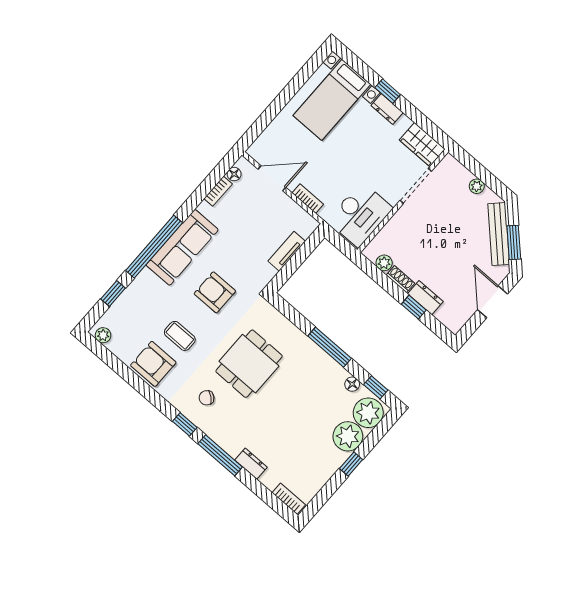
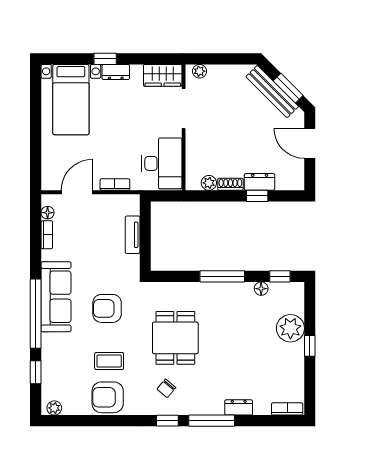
plant: (477, 186) -> (199, 71), moved
plant: (368, 413) -> (290, 299), removed

